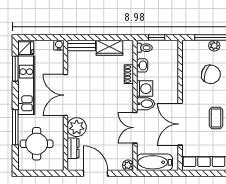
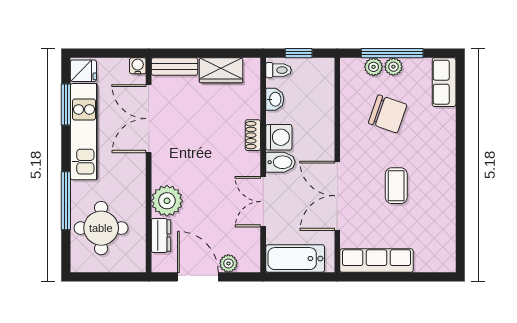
plant: (202, 46) -> (374, 67), added
shoe rack: (129, 74) -> (253, 135), moved
double door: (65, 95) -> (149, 119), moved
plant: (128, 165) -> (228, 263), moved

